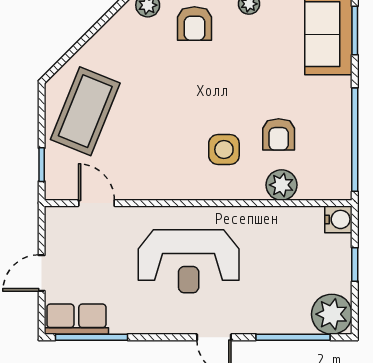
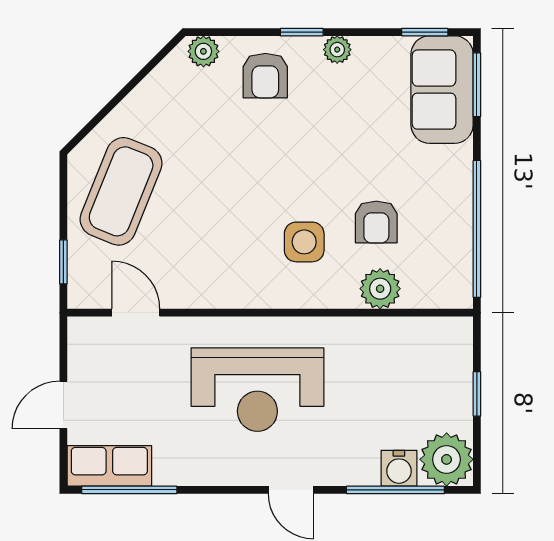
water cooler: (338, 219) -> (399, 468), moved, turned 90

